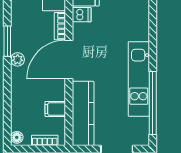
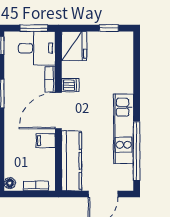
dishwasher: (82, 15) -> (70, 85), moved
plant: (18, 59) -> (10, 111), removed
filing cabinet: (55, 109) -> (46, 141), moved

